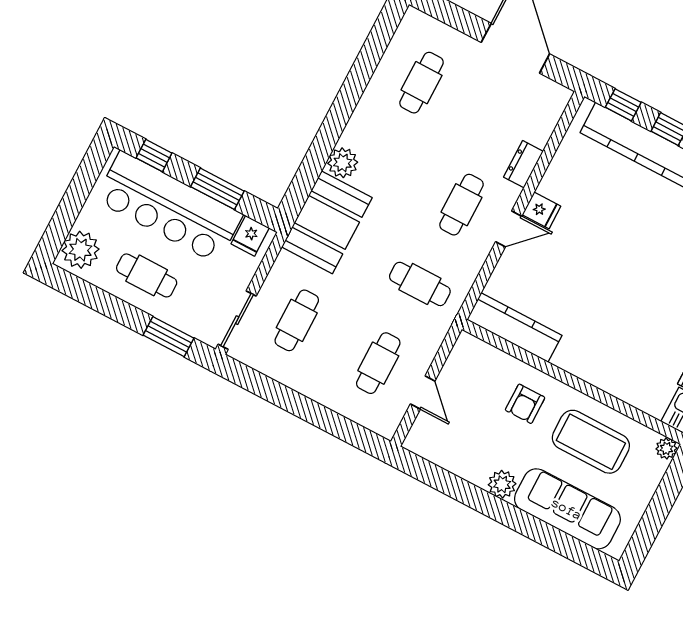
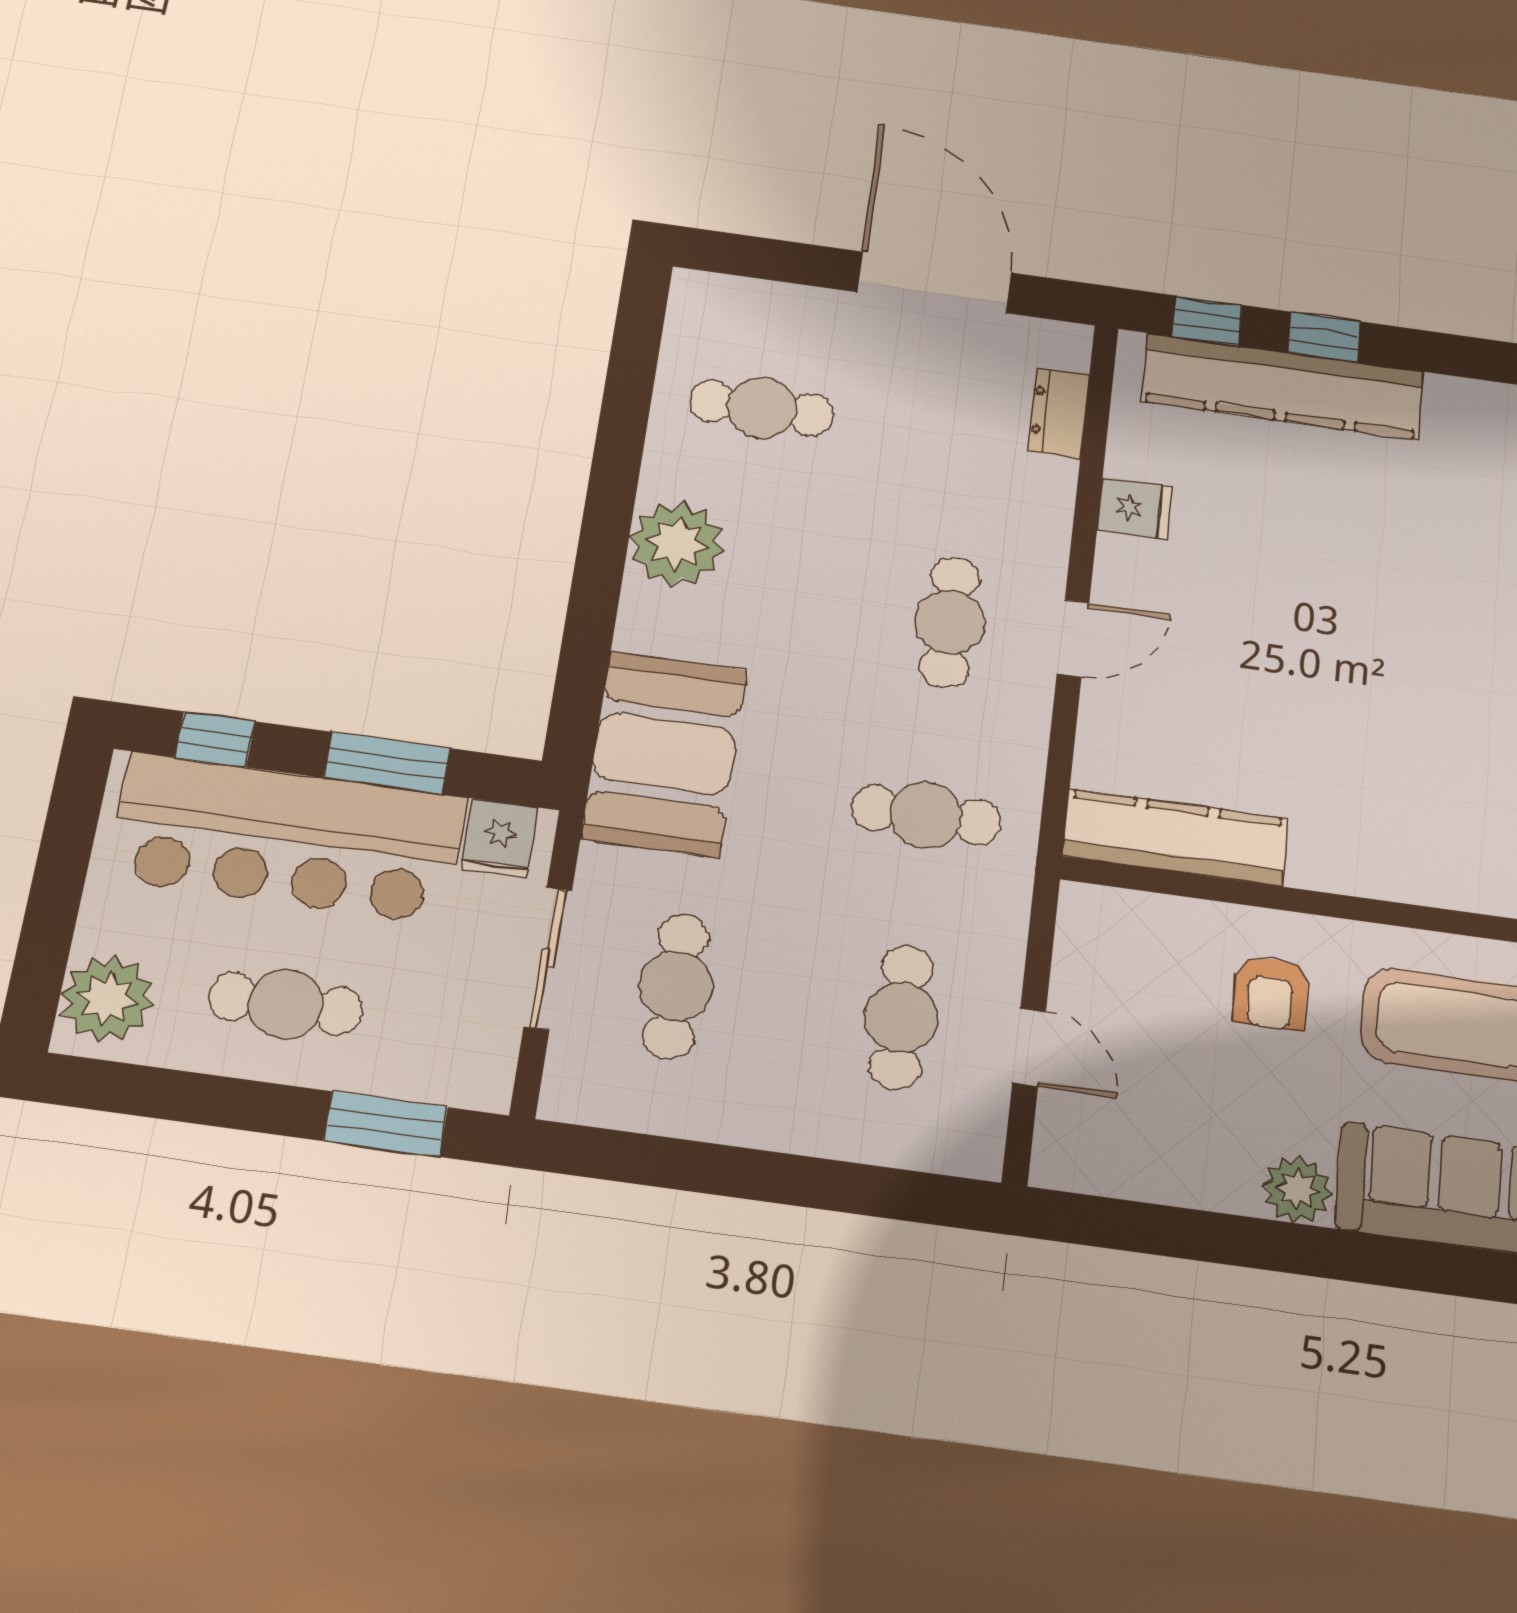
cafe table: (422, 83) -> (762, 408), turned 90
plant: (343, 163) -> (677, 544), moved, width x1.36, depth x1.36
dresser: (523, 164) -> (1058, 413), moved
fridge: (541, 210) -> (1135, 508), moved
sliding door: (237, 320) -> (548, 958), moved

